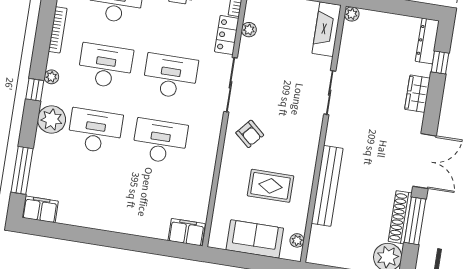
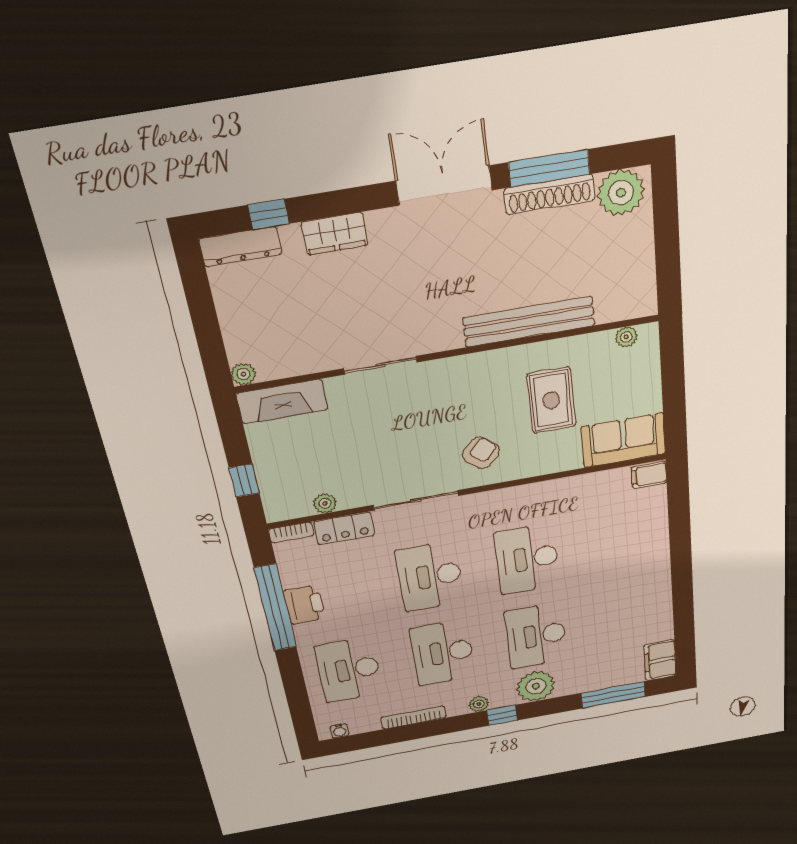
filing cabinet: (187, 232) -> (649, 475), width x0.50
sofa: (255, 239) -> (623, 440), moved, turned 90

